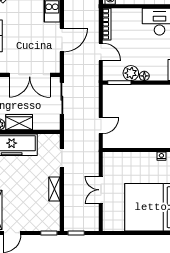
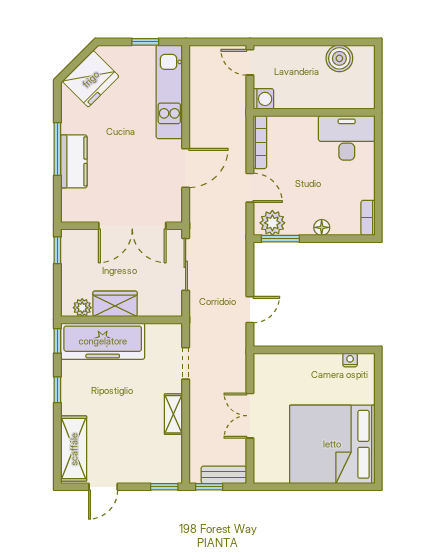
plant: (131, 73) -> (272, 223), moved
bench: (85, 226) -> (224, 475), added

